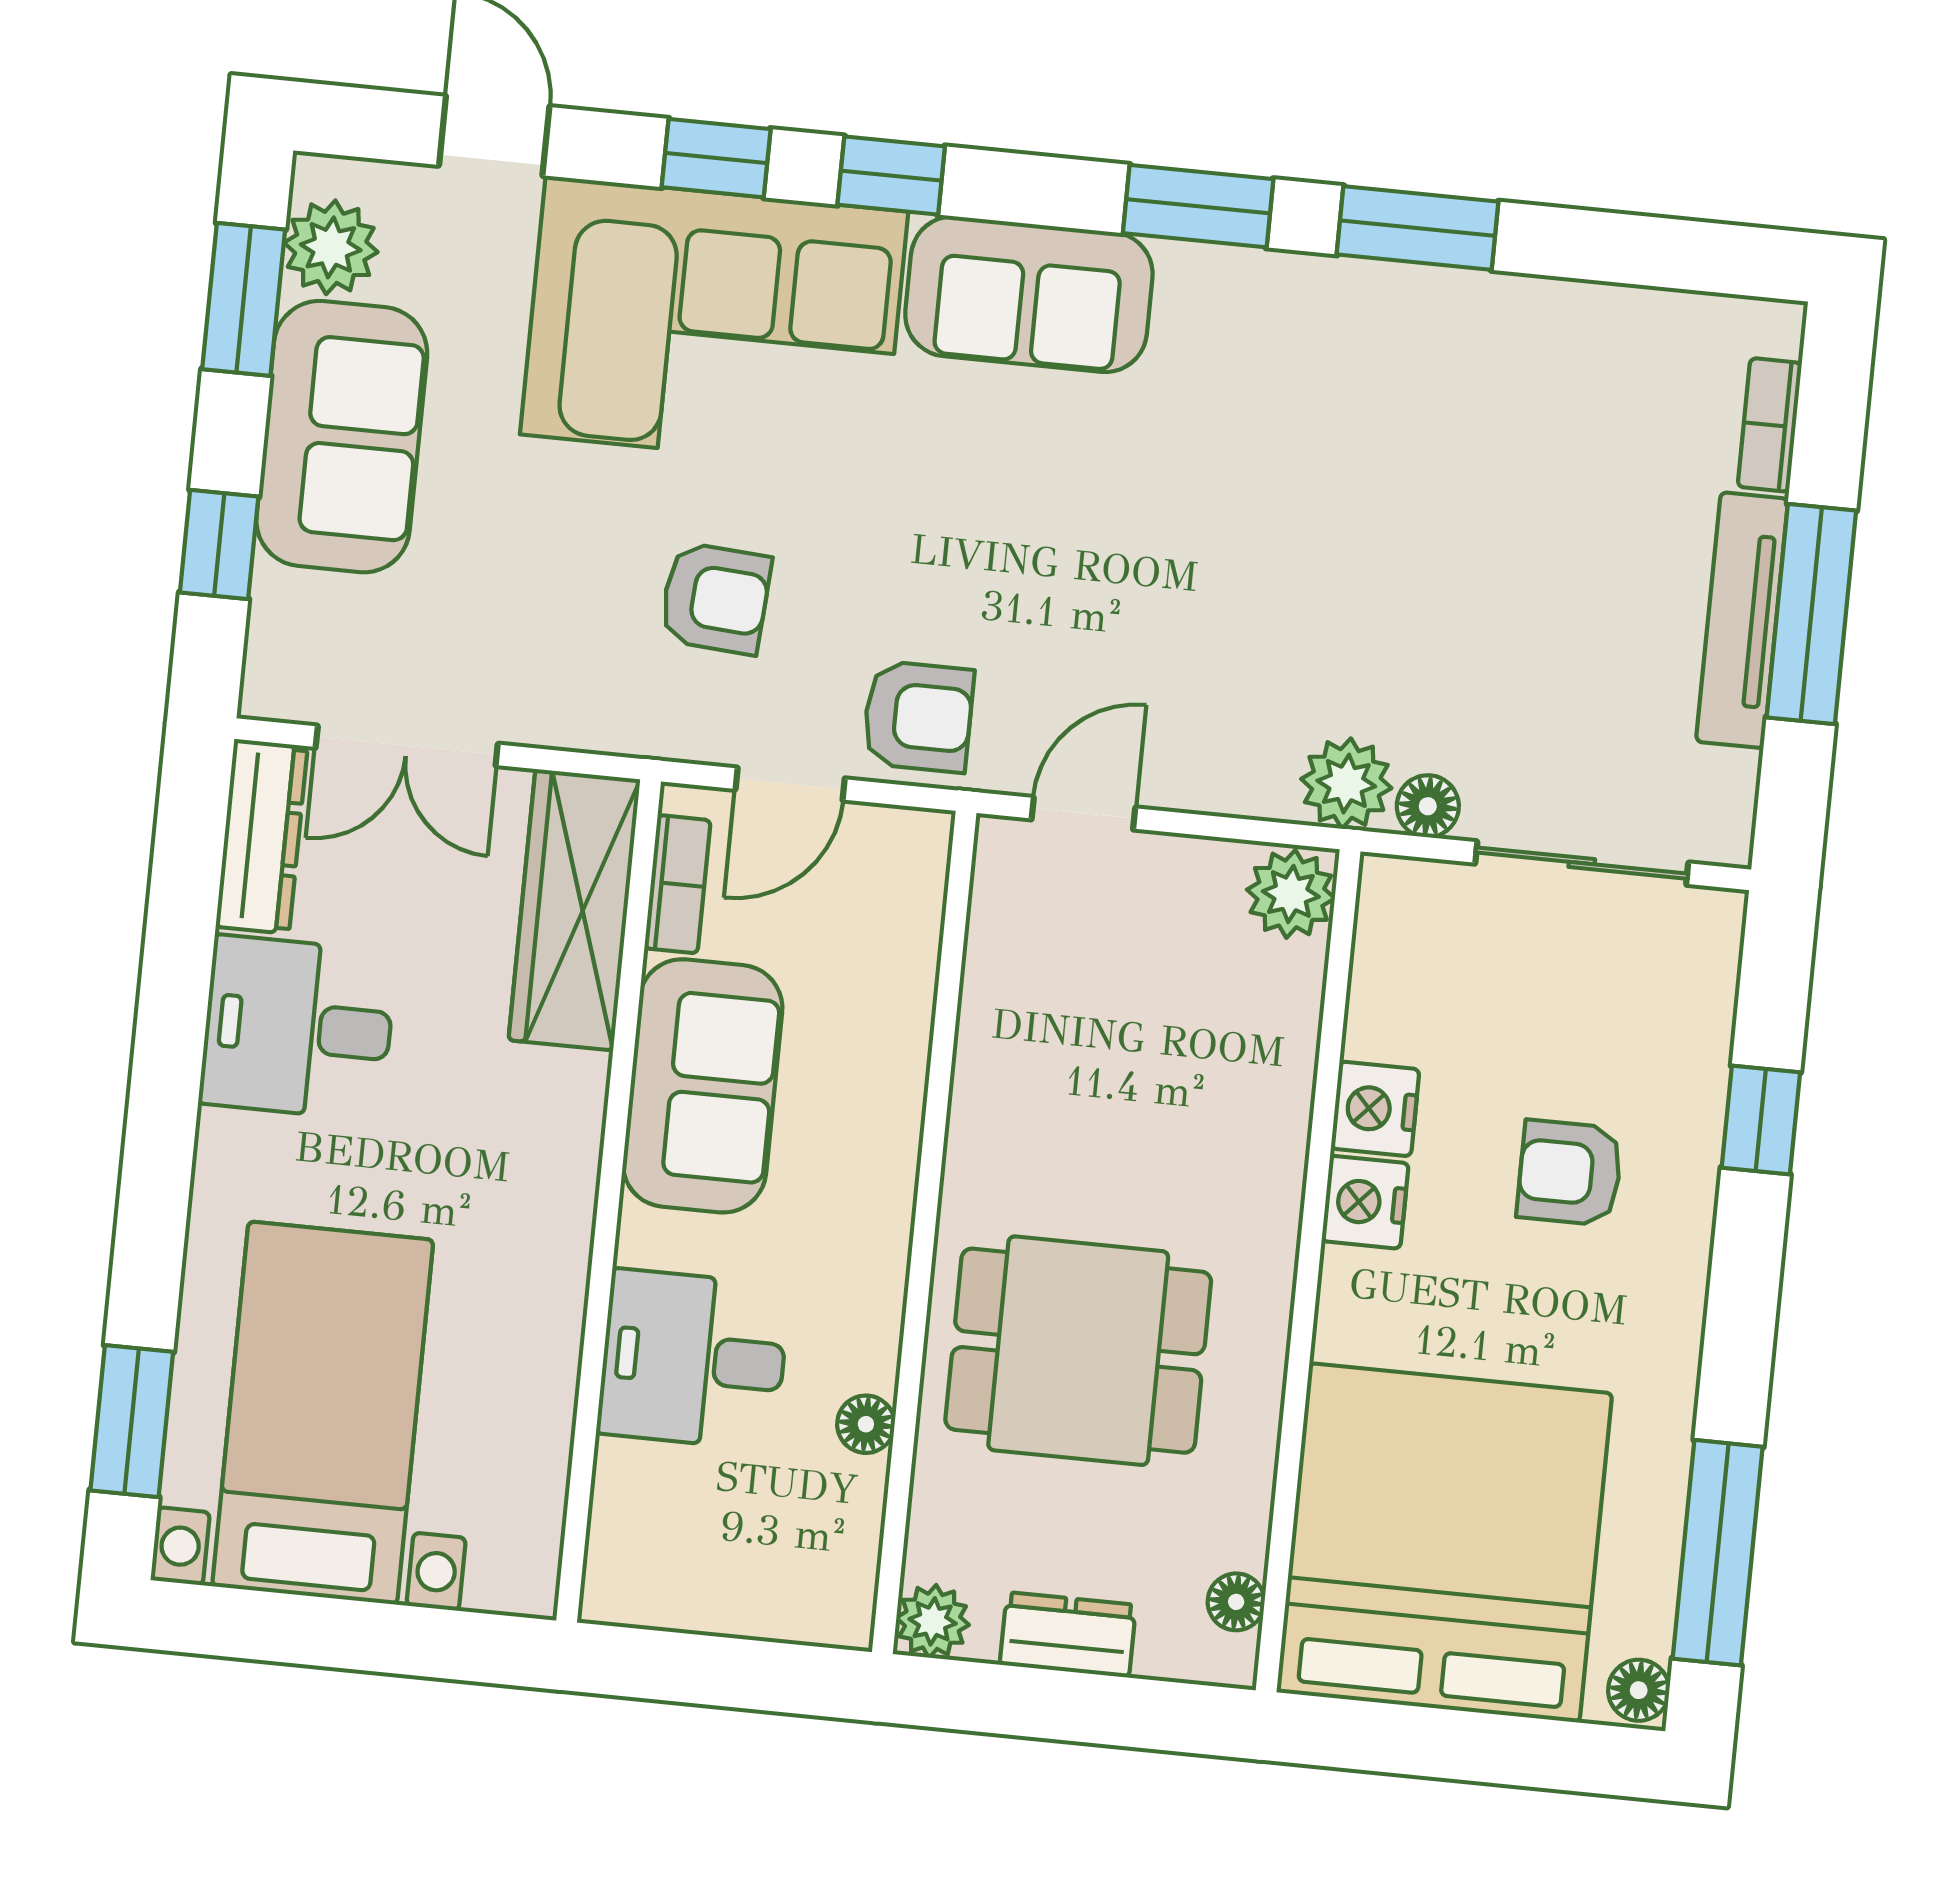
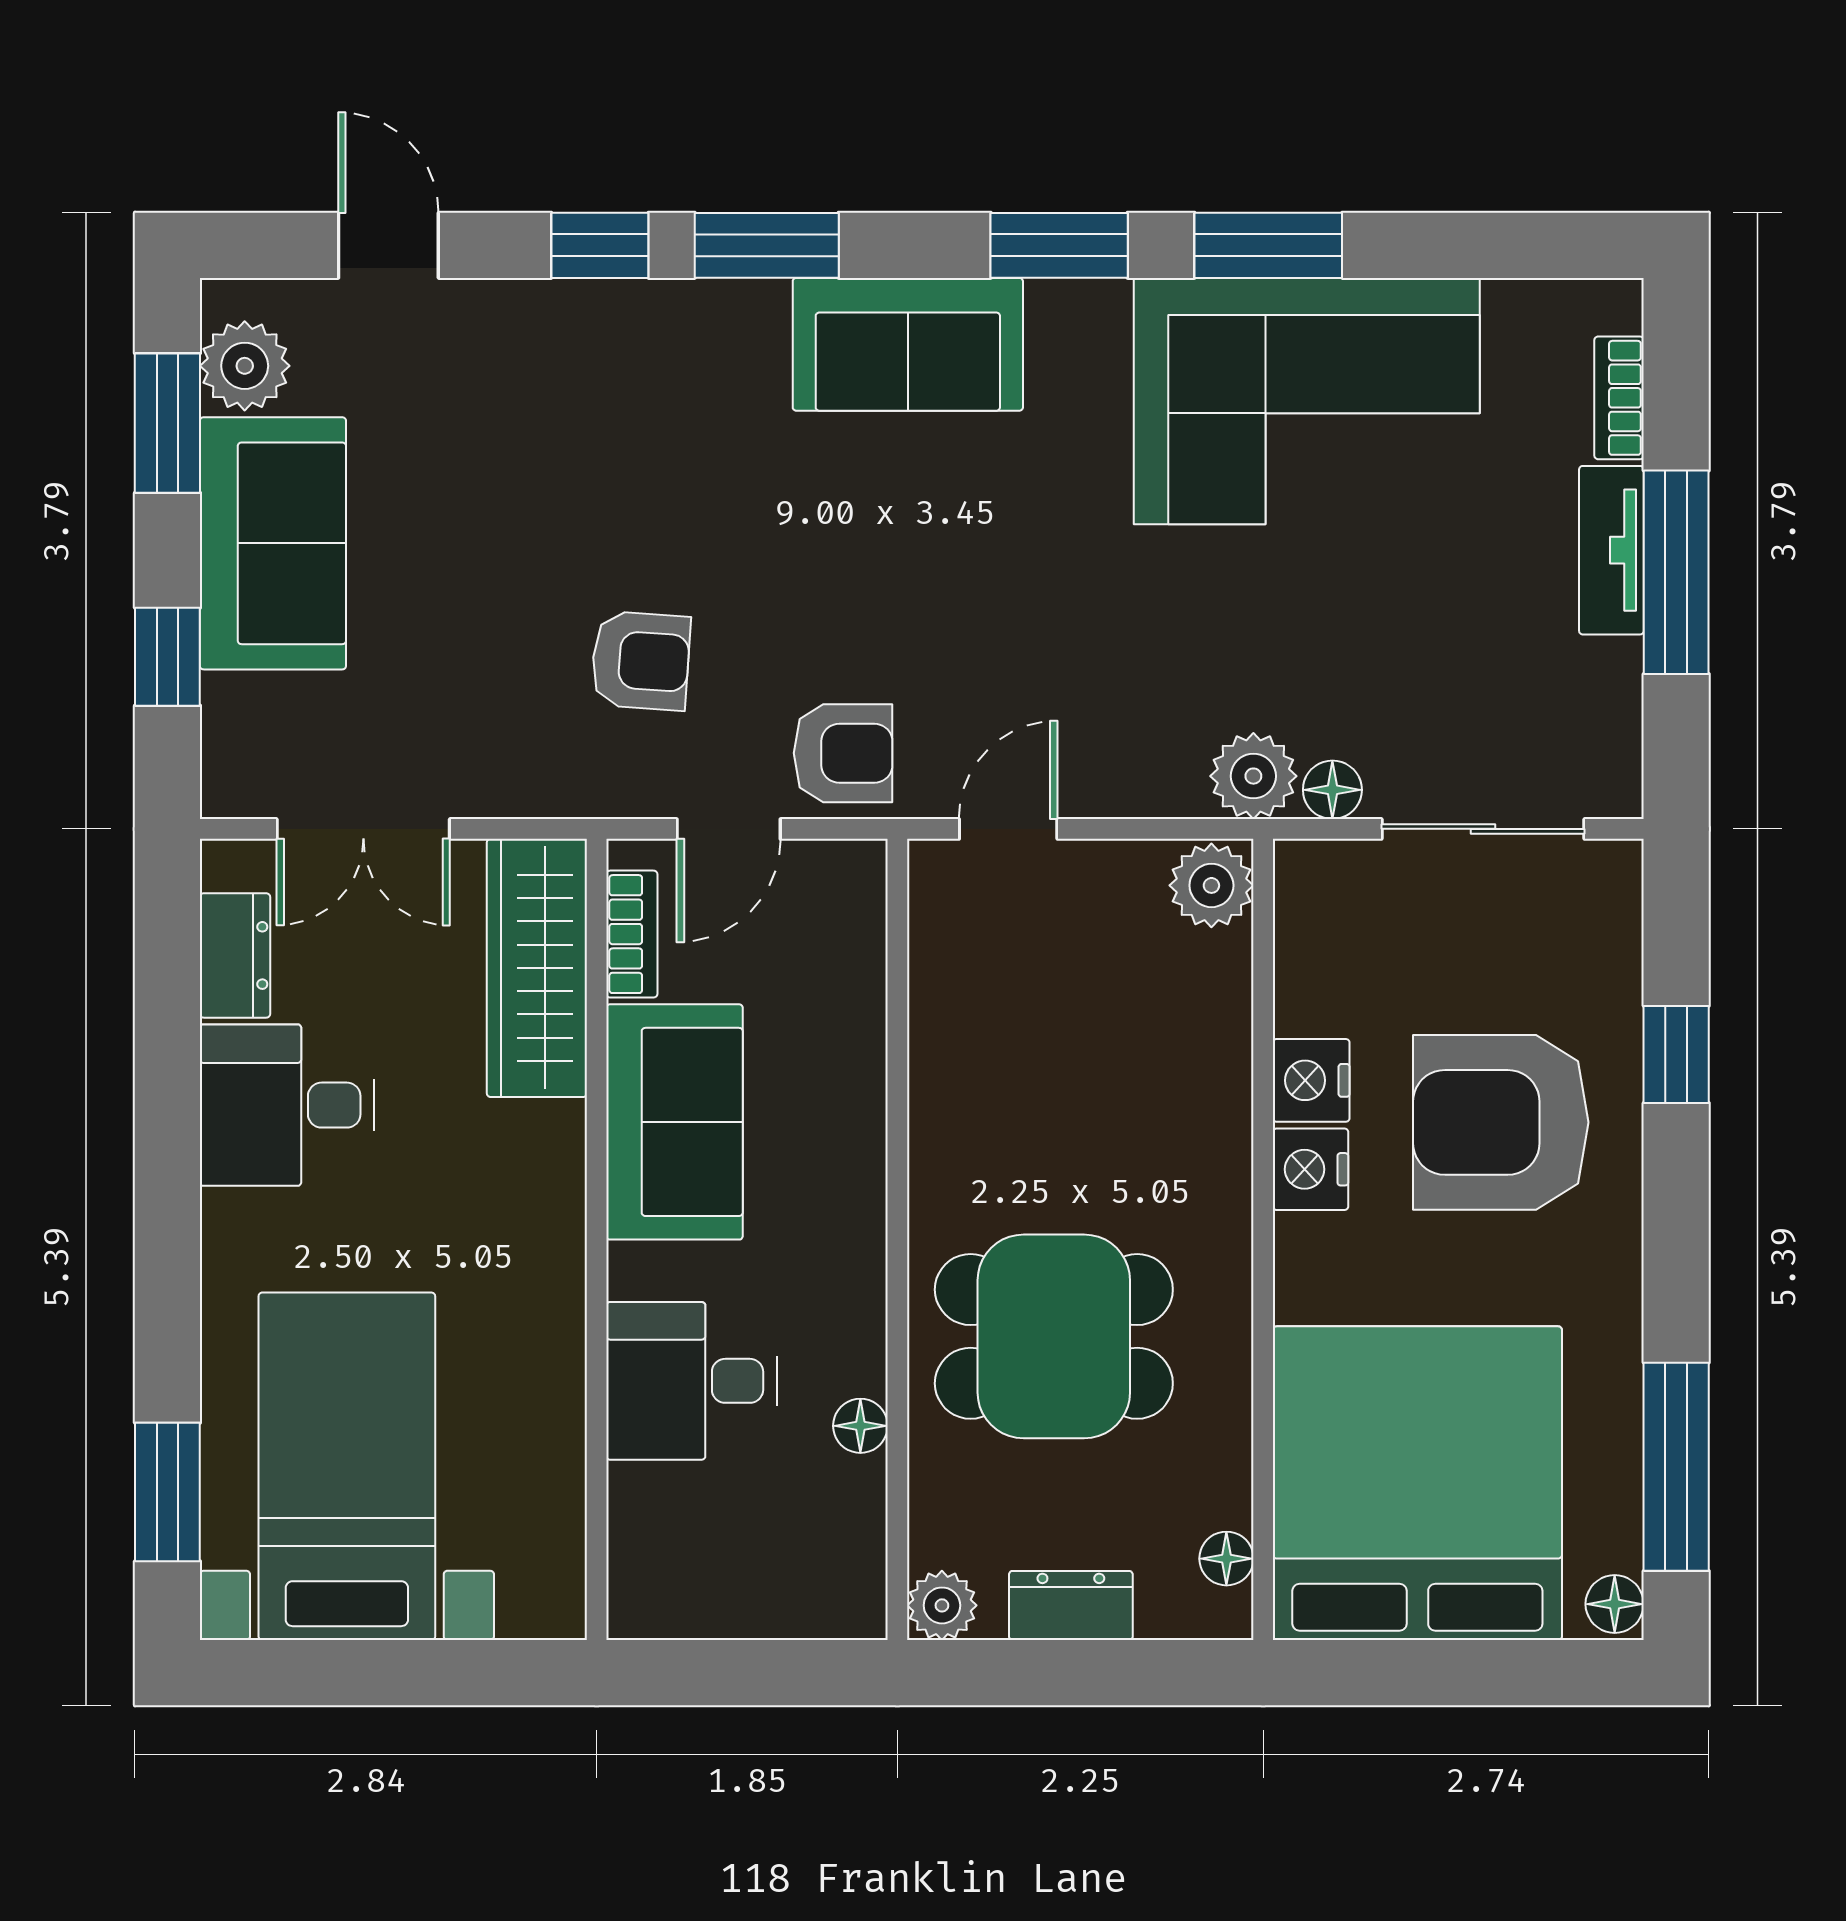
window: (891, 176) -> (767, 245), width x1.50
corner sofa: (714, 323) -> (1307, 401), moved
tv unit: (1742, 620) -> (1611, 550), width x0.71
dresser: (262, 837) -> (235, 955), width x0.70
armchair: (1570, 1173) -> (1501, 1122), width x1.88, depth x1.88

